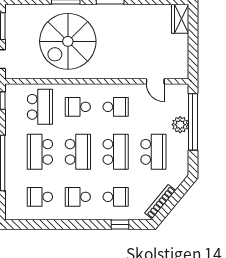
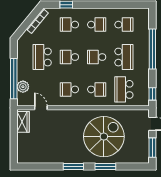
wardrobe: (180, 19) -> (23, 122), moved
plant: (180, 125) -> (23, 87), moved
school desk: (78, 152) -> (97, 57), width x0.54
school desk: (116, 152) -> (69, 57), width x0.54

